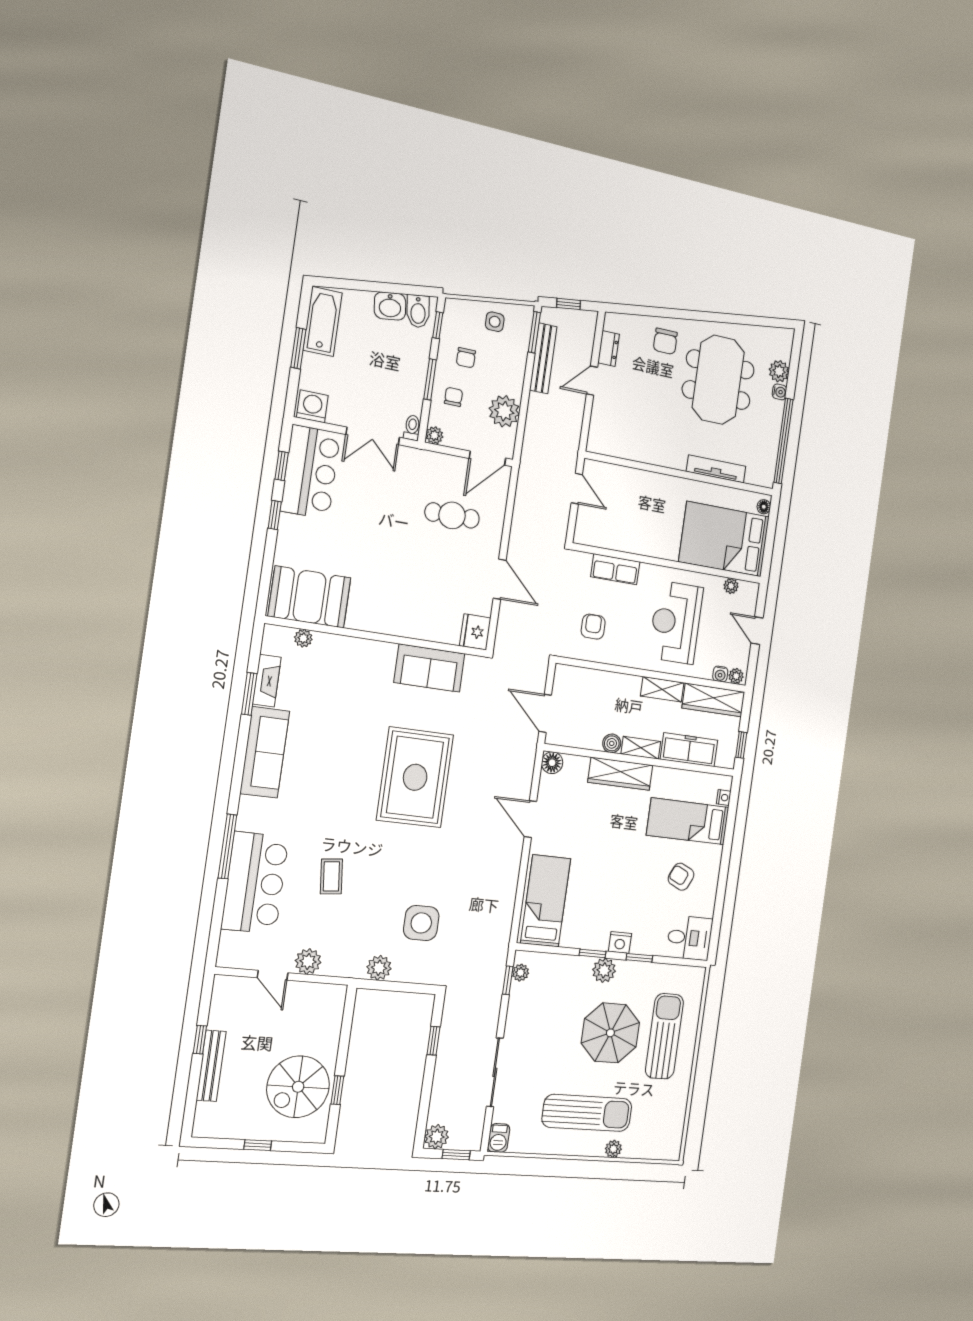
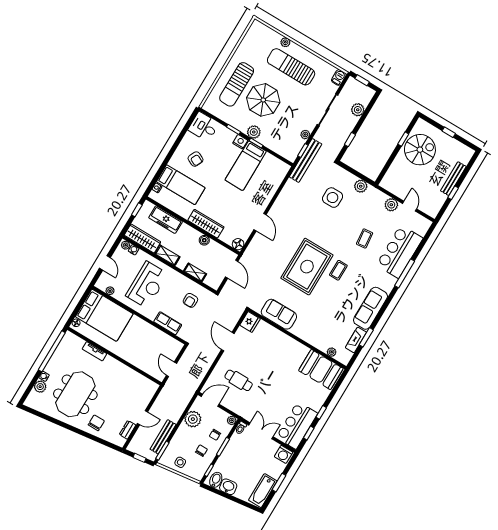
tv unit: (716, 469) -> (94, 351), width x0.71
shelving: (641, 748) -> (195, 272), moved
coffee table: (355, 796) -> (338, 270), added
bed: (546, 901) -> (246, 166), moved
bench: (496, 965) -> (306, 160), added
plant: (521, 973) -> (305, 135), moved
plant: (437, 1137) -> (358, 110), moved

